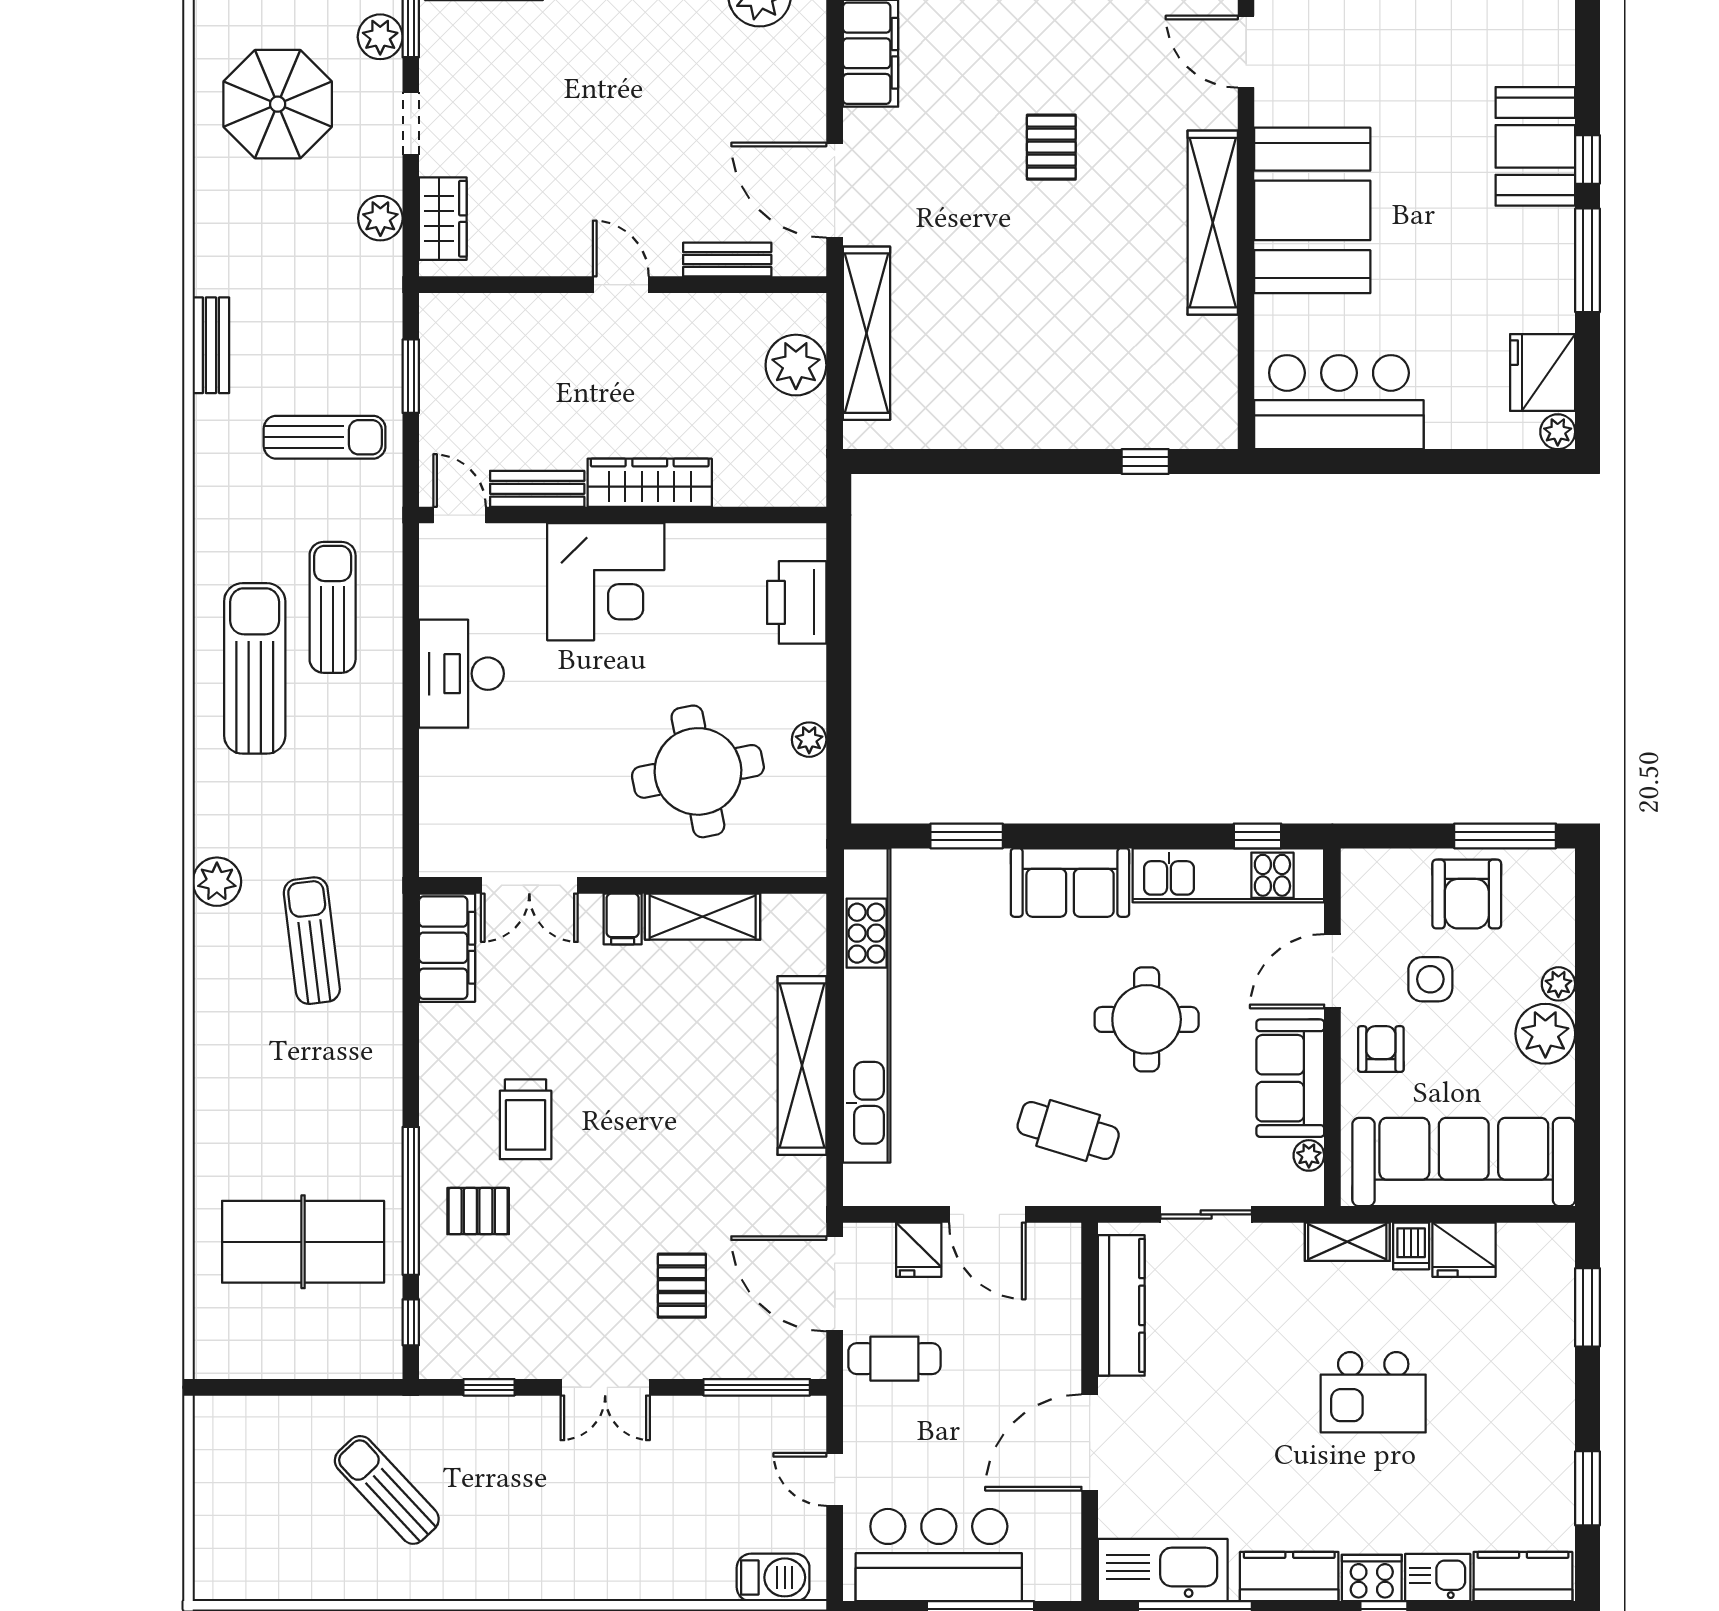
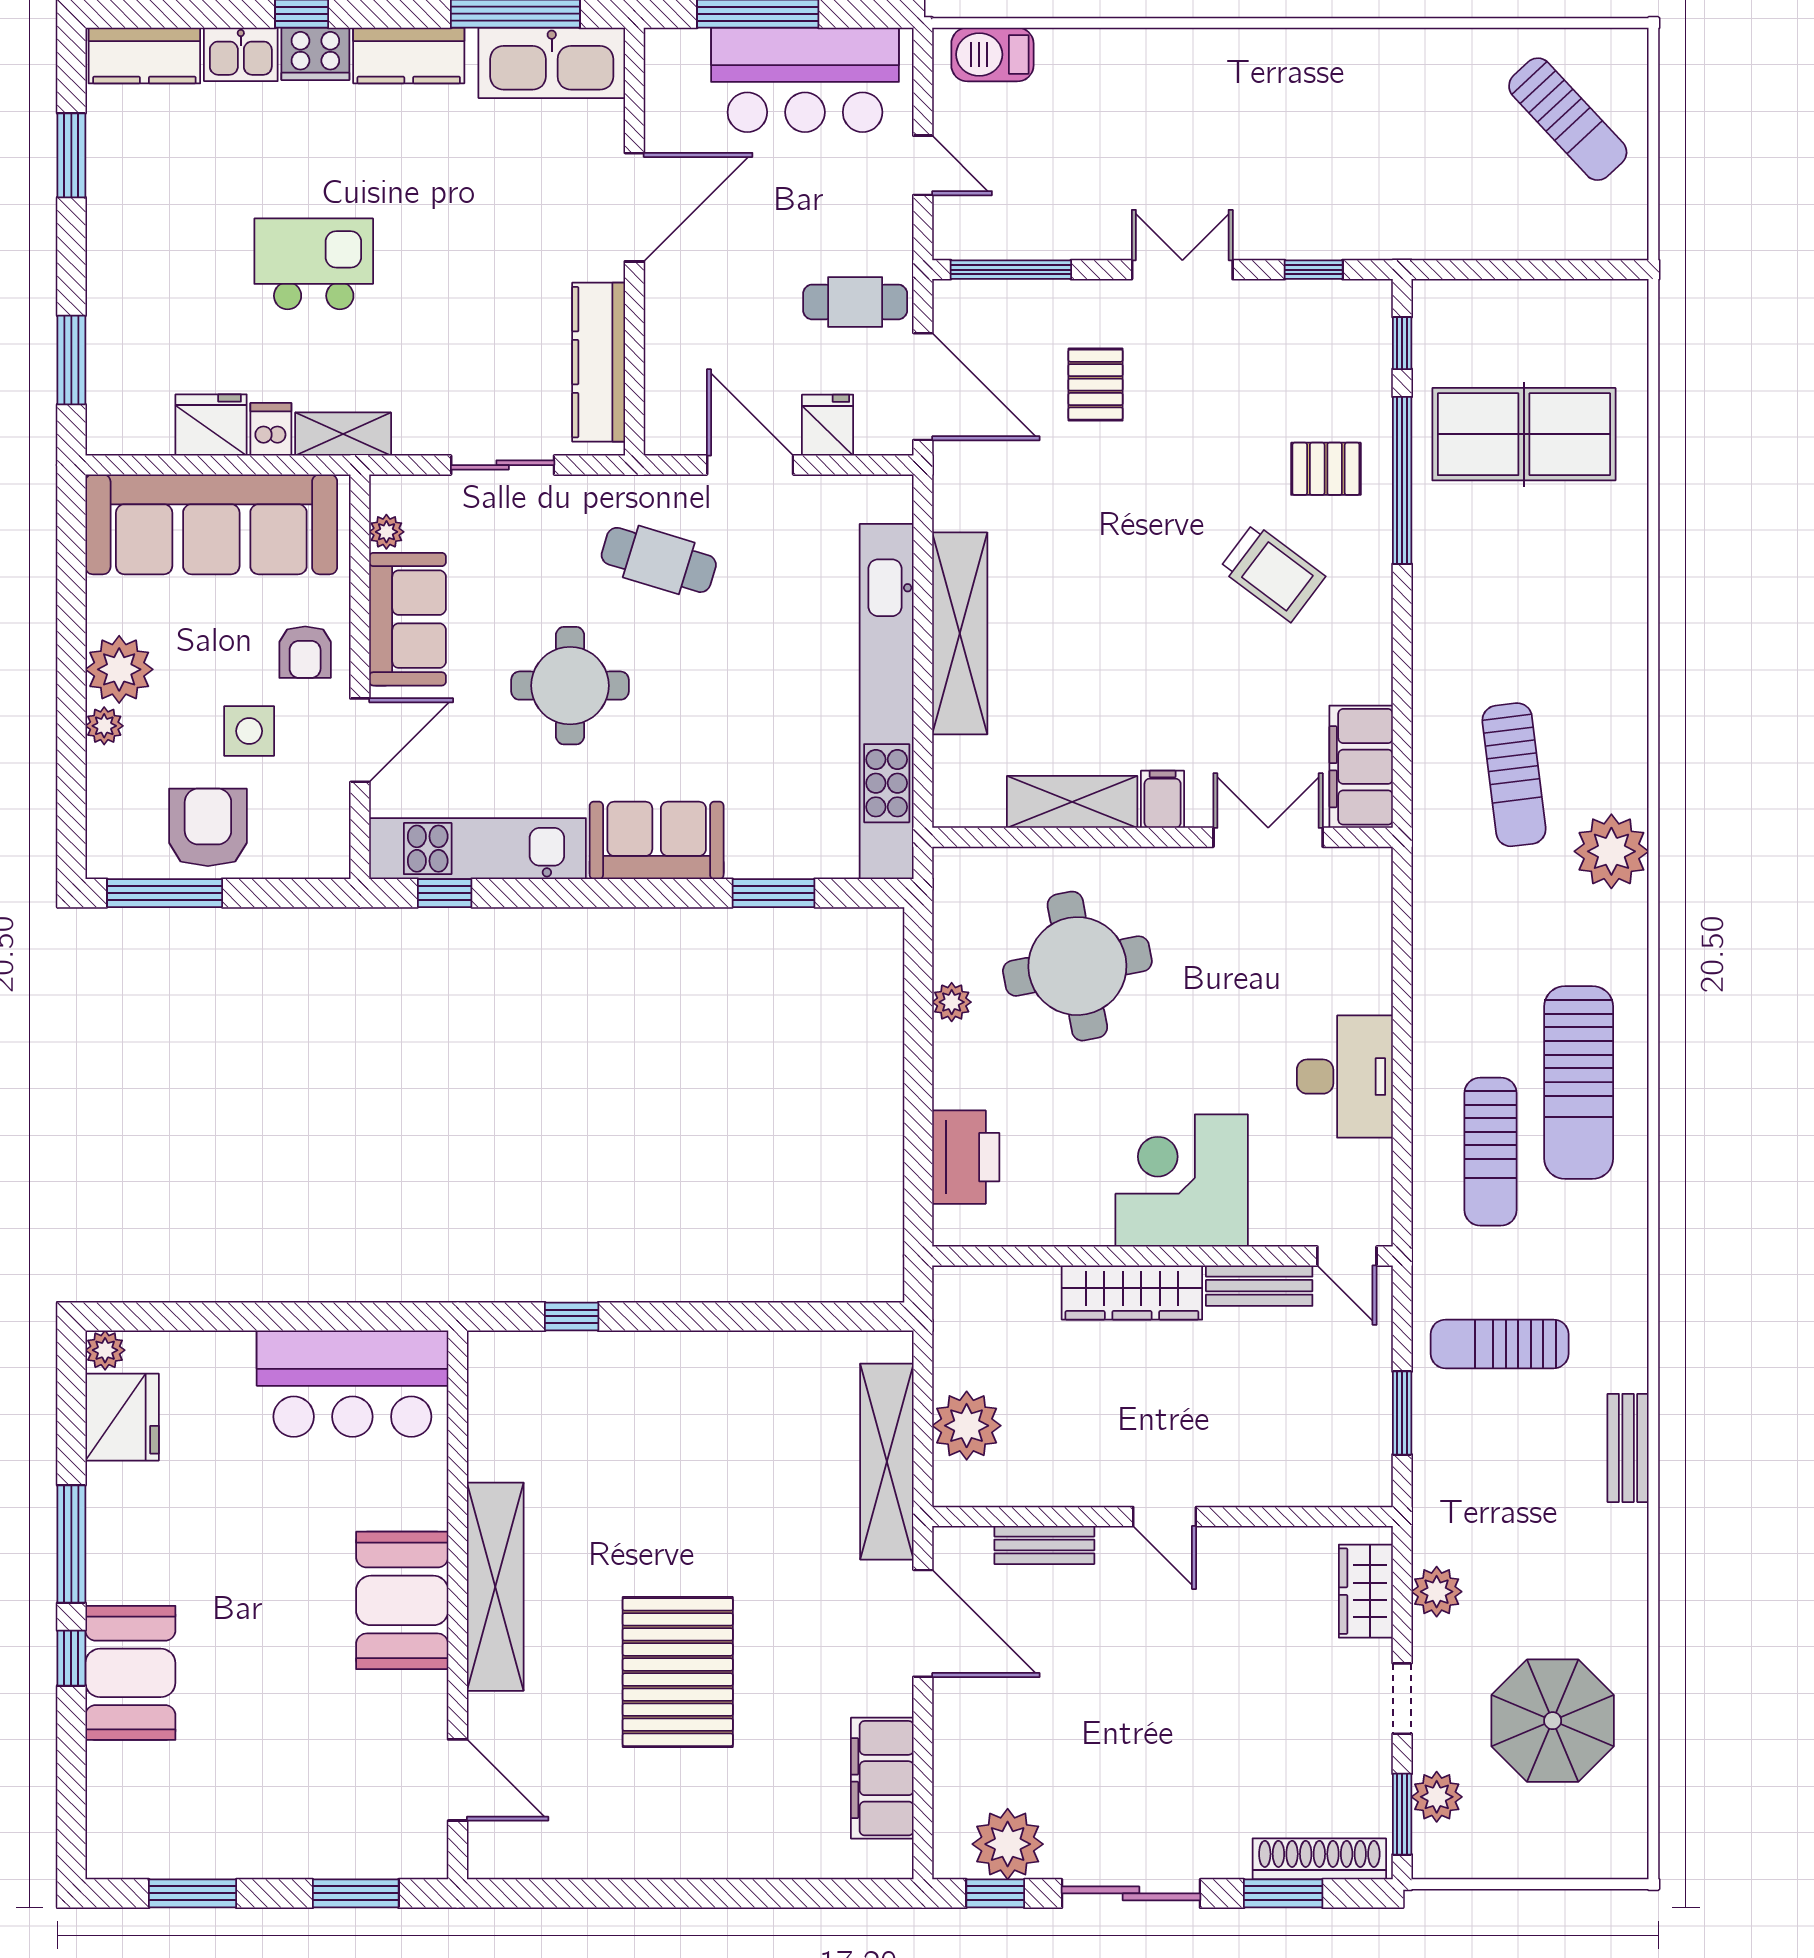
pallet: (1051, 147) -> (678, 1672), width x2.05, depth x2.00
booth: (1312, 210) -> (402, 1600), width x0.73, depth x0.70
plant: (217, 882) -> (1611, 851), width x1.36, depth x1.36
trolley: (526, 1119) -> (1272, 573), turned 127
sun lounger: (387, 1490) -> (1568, 119), moved

